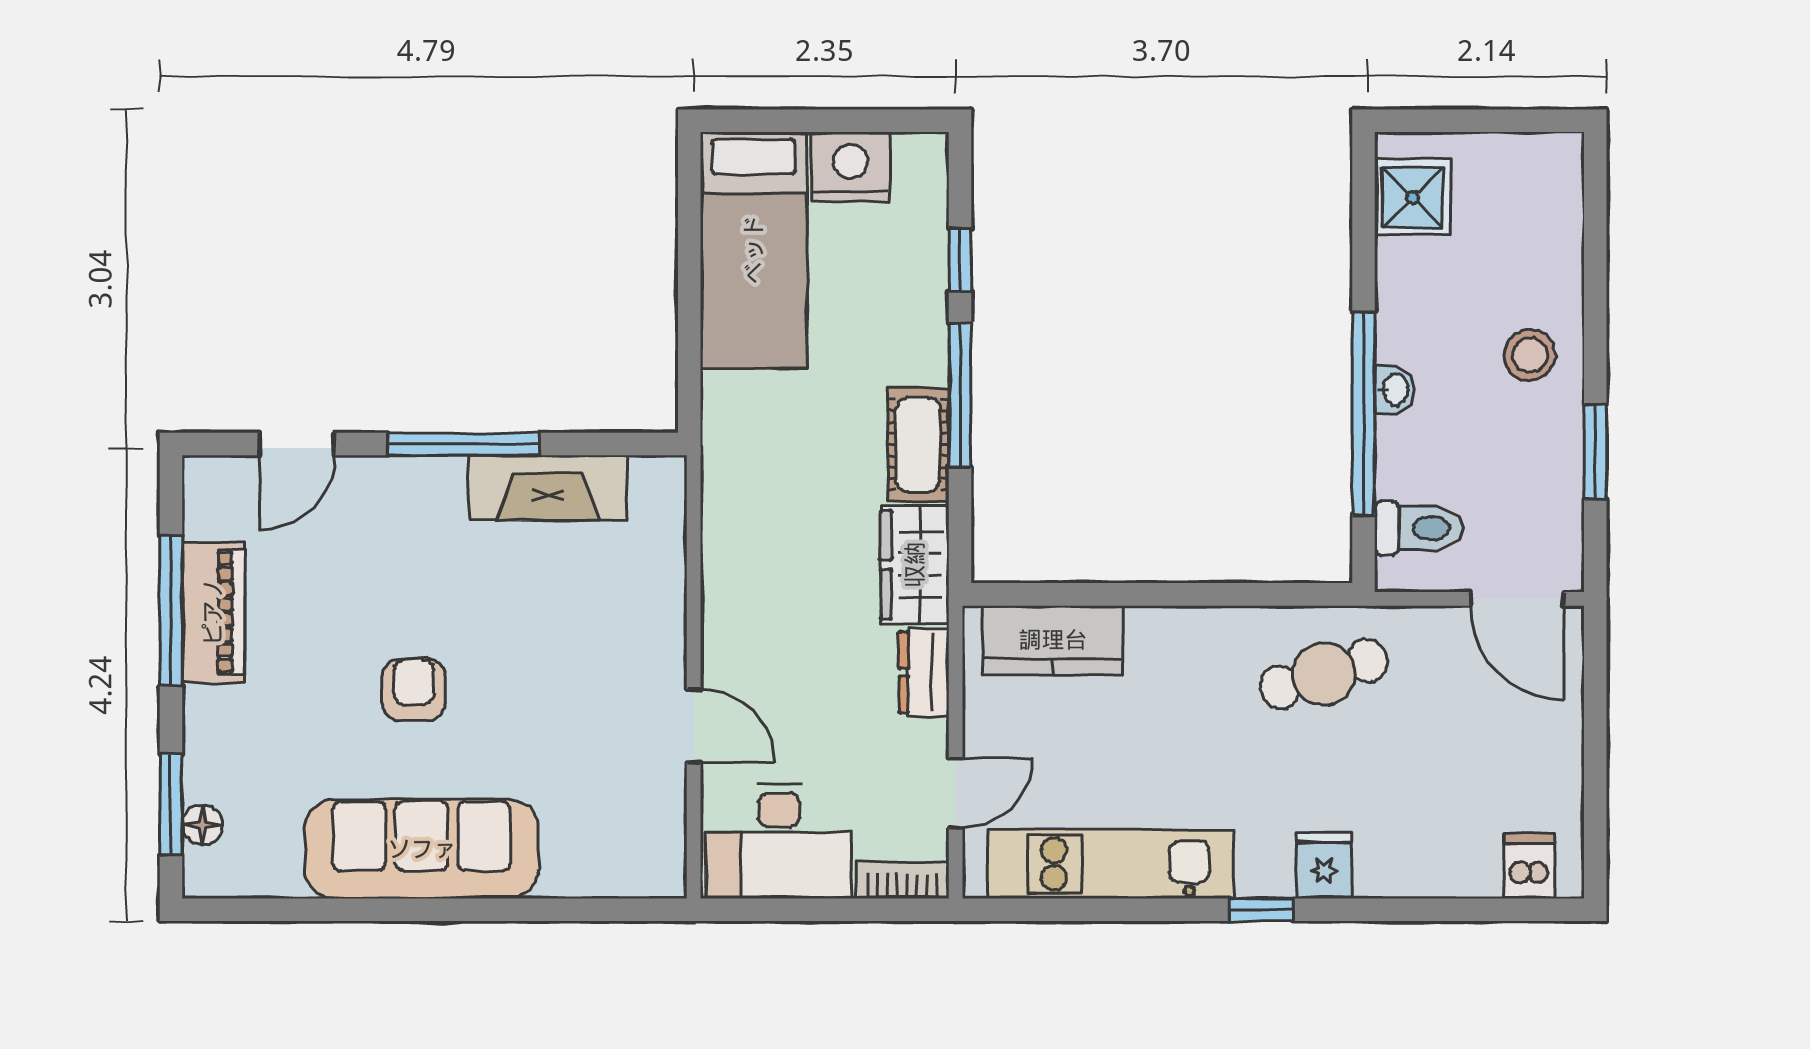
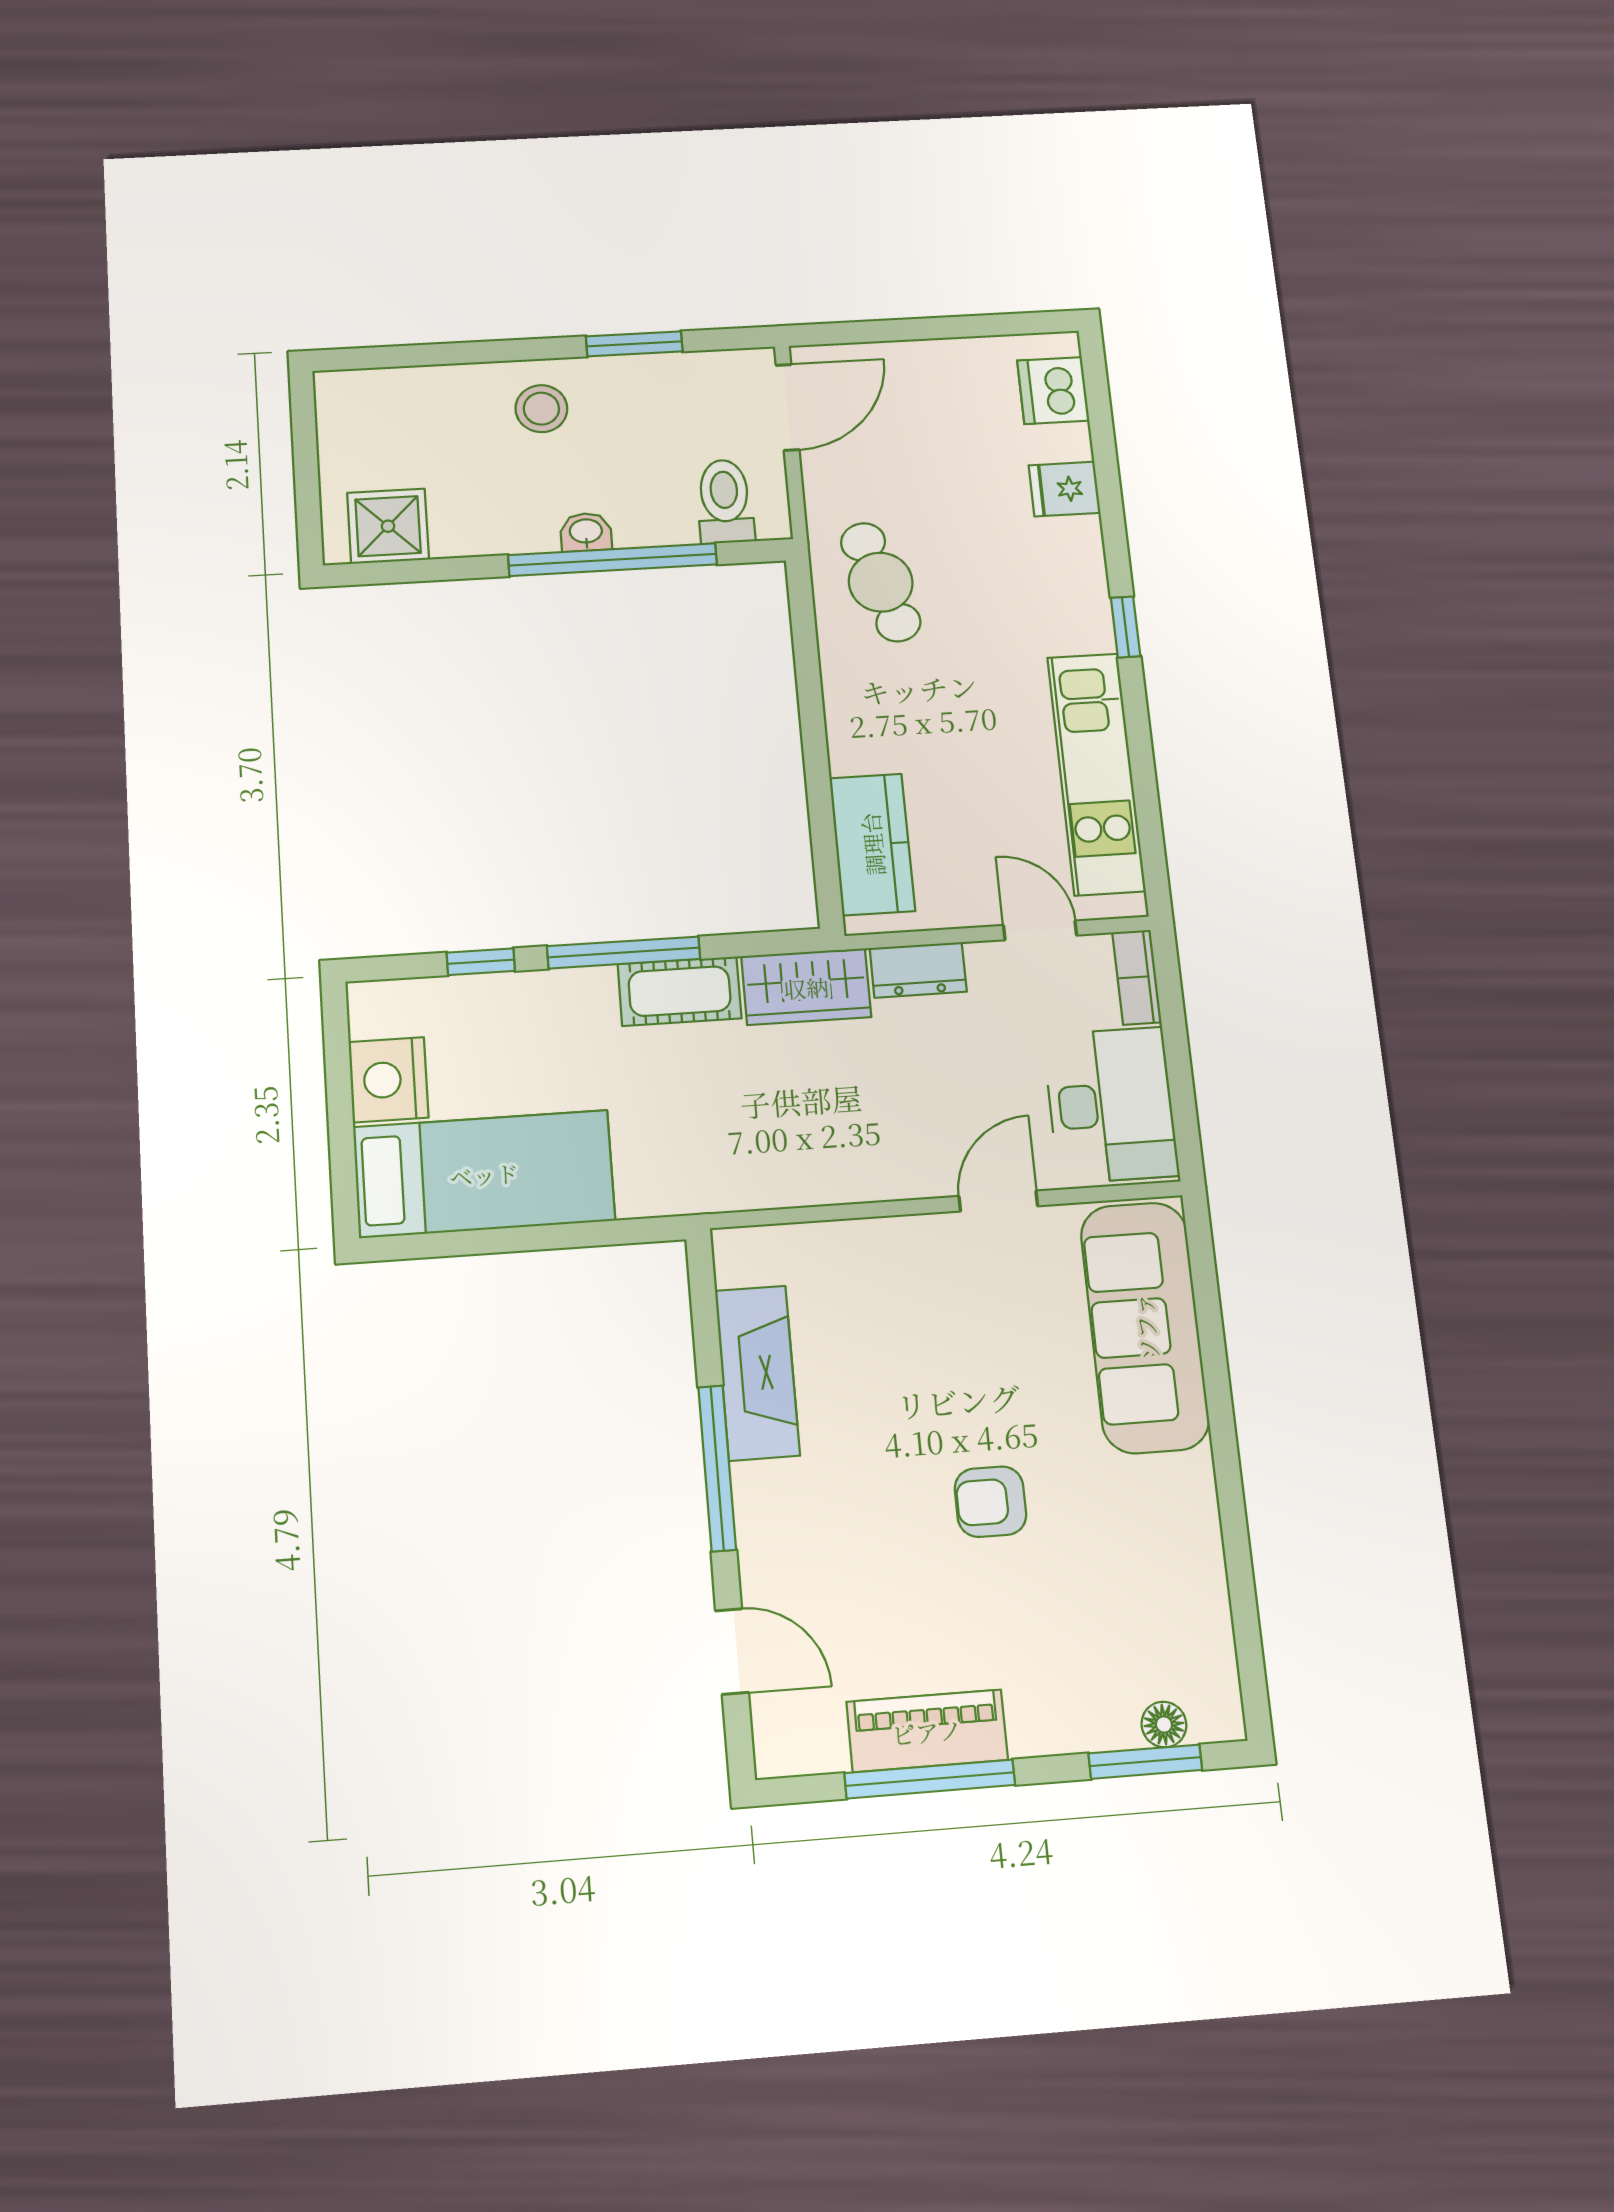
sofa: (422, 849) -> (1145, 1327), moved
fridge: (1324, 866) -> (1064, 489), moved
dishwasher: (1529, 866) -> (1053, 391), width x1.38

